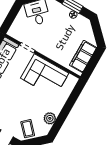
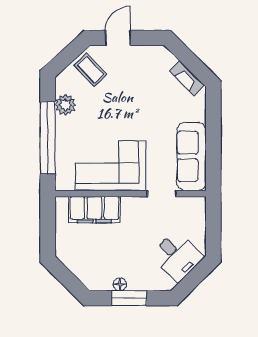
filing cabinet: (83, 56) -> (94, 210), moved, turned 90
window: (68, 107) -> (48, 138), added

